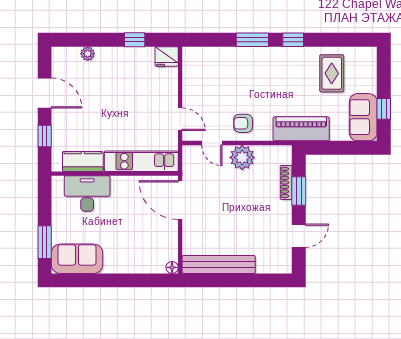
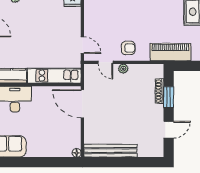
armchair: (243, 123) -> (128, 48), turned 180
plant: (242, 157) -> (123, 69), width x0.53, depth x0.53

